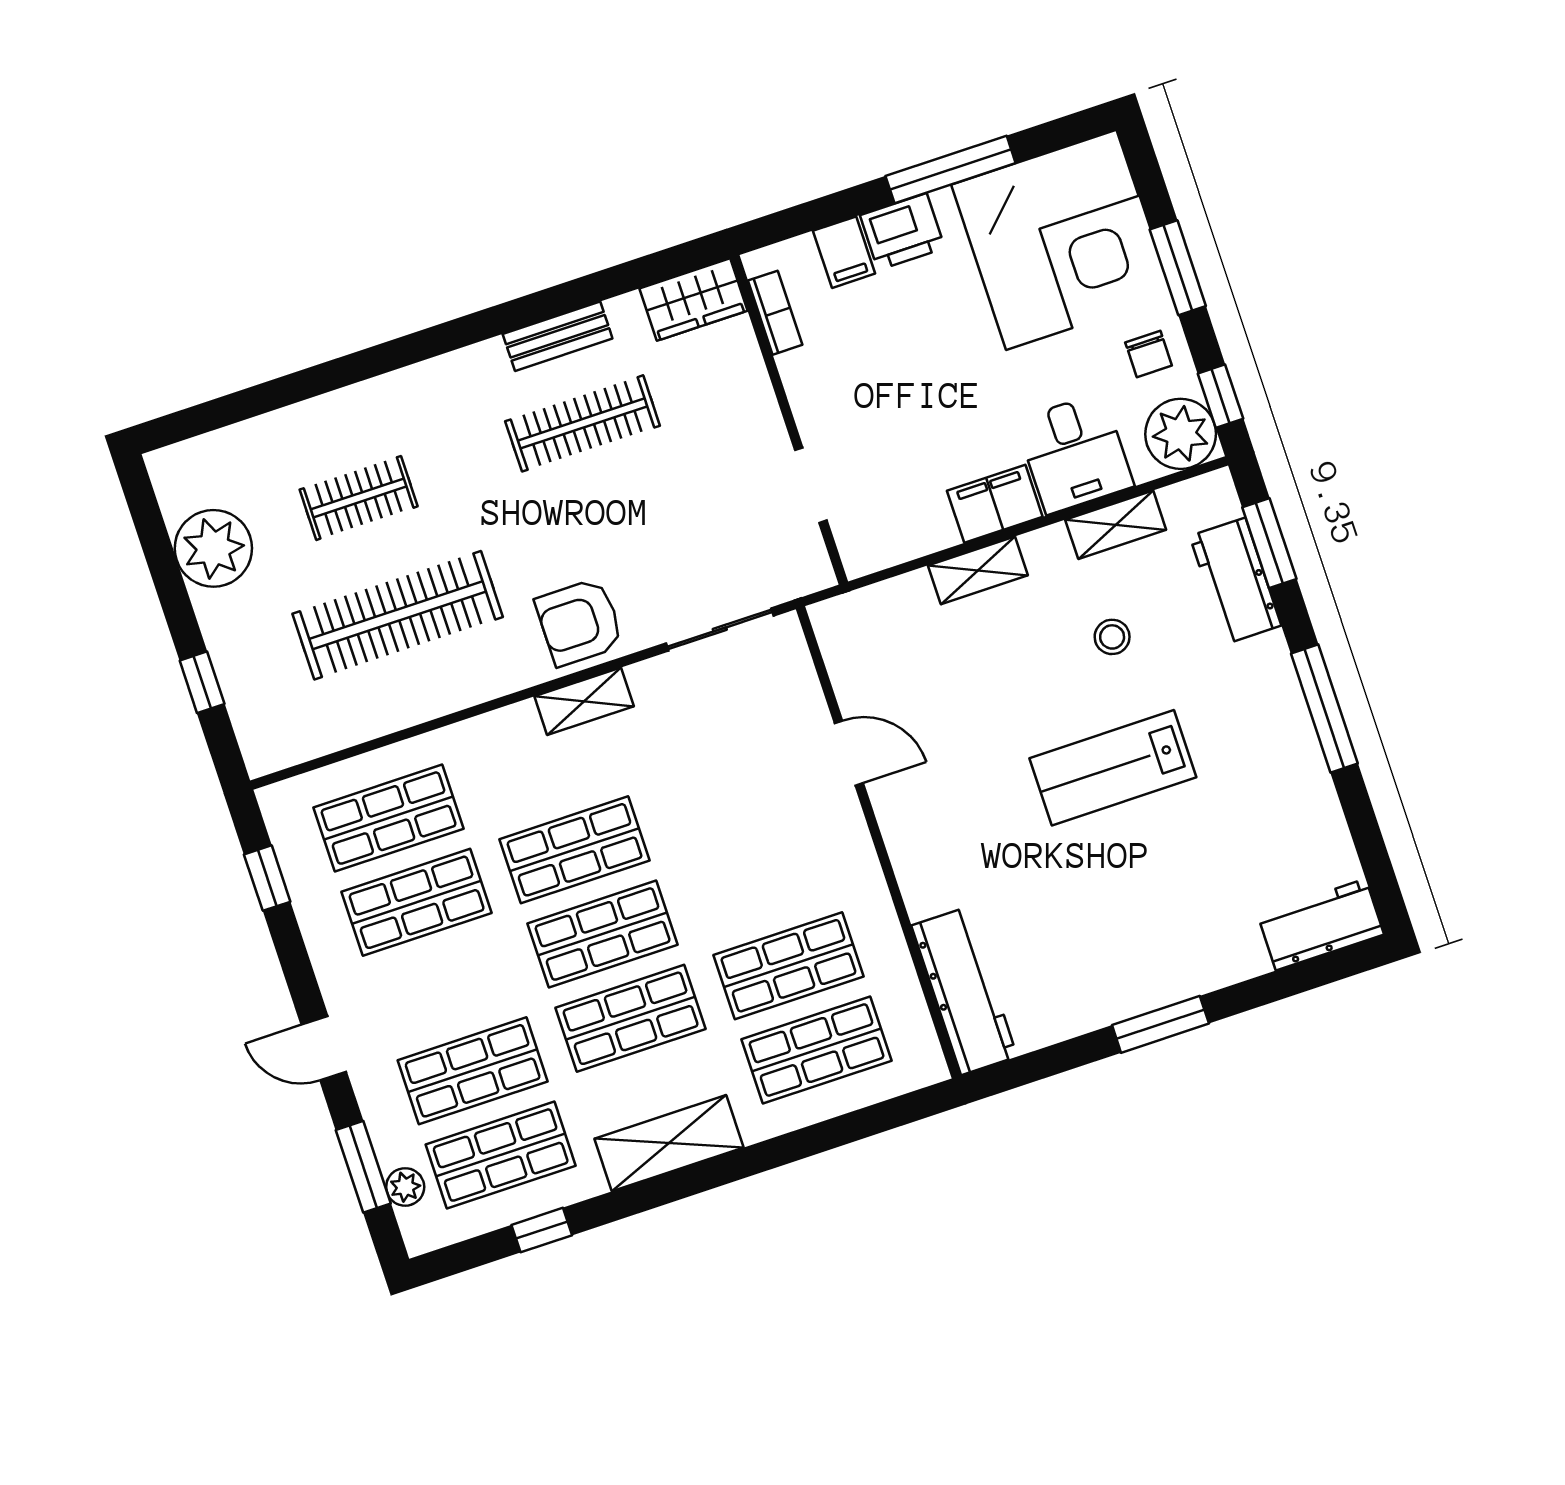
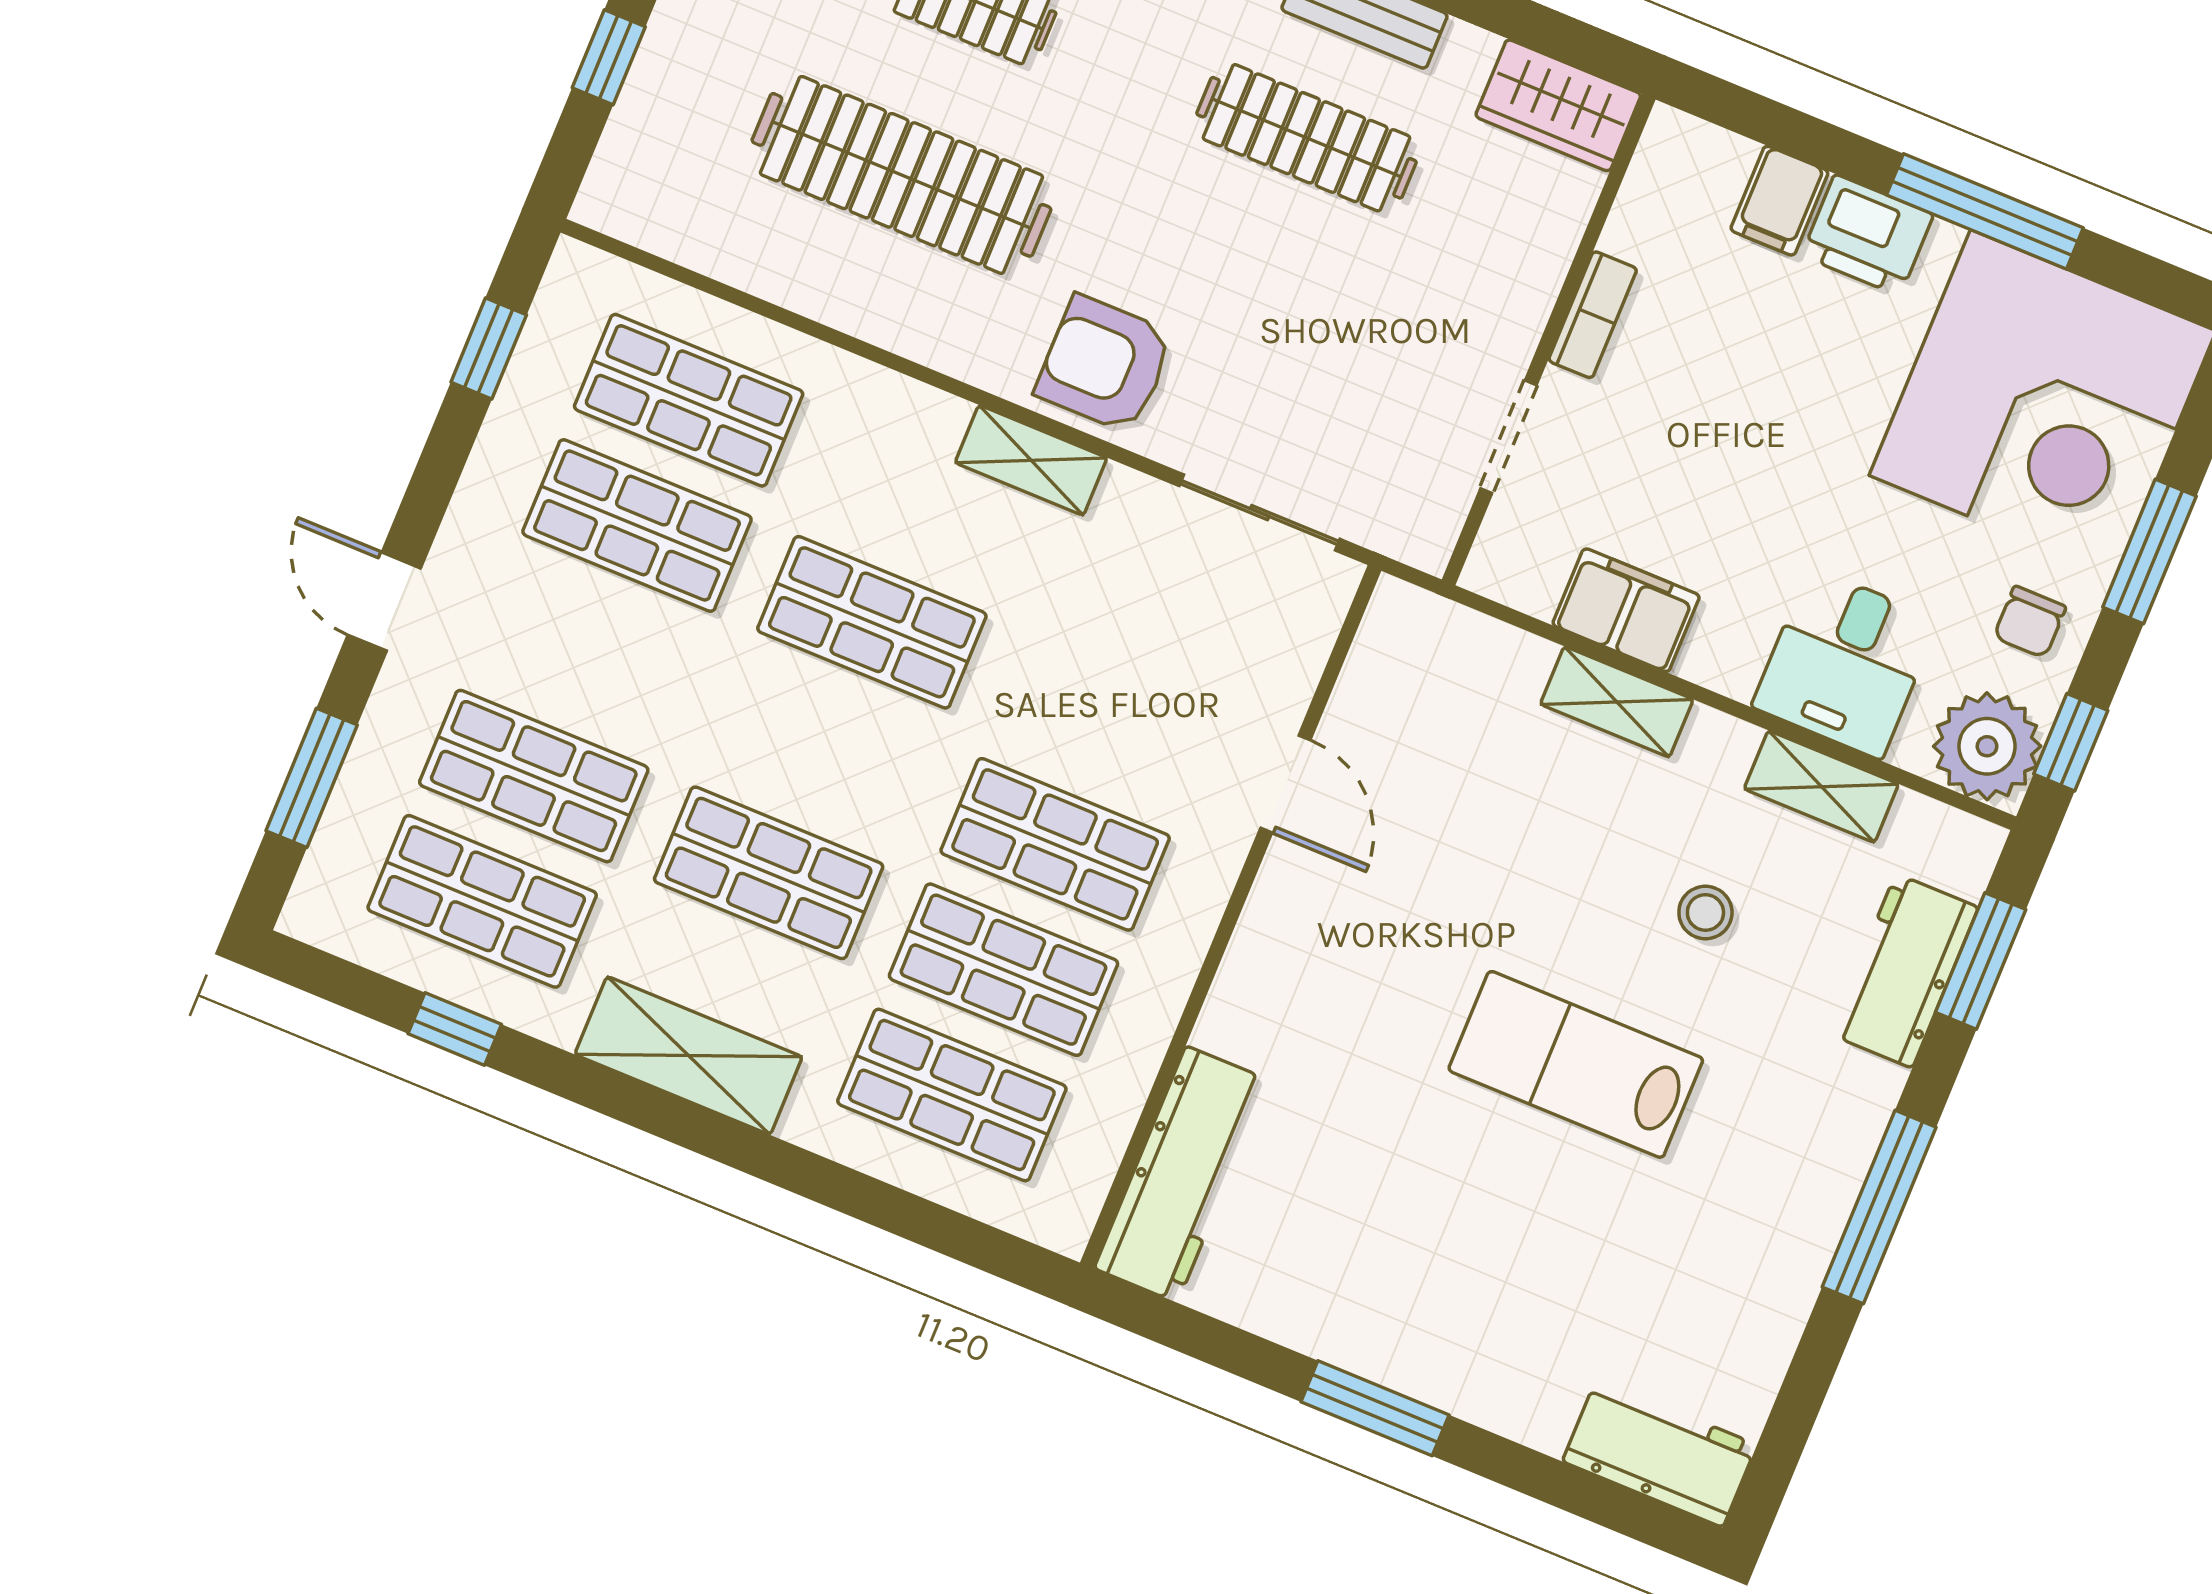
bookcase: (775, 313) -> (1593, 315), moved
filing cabinet: (995, 504) -> (1626, 610), moved
shop shelf: (603, 934) -> (1055, 844), moved
plant: (405, 1187) -> (340, 843), removed

